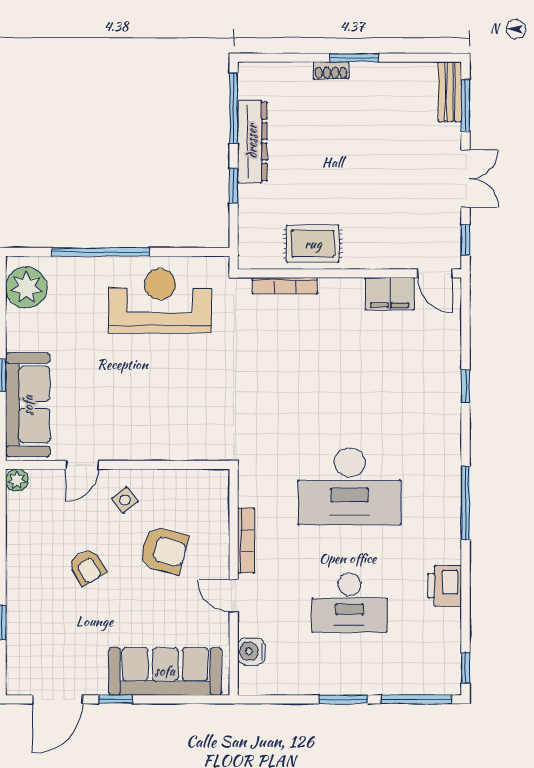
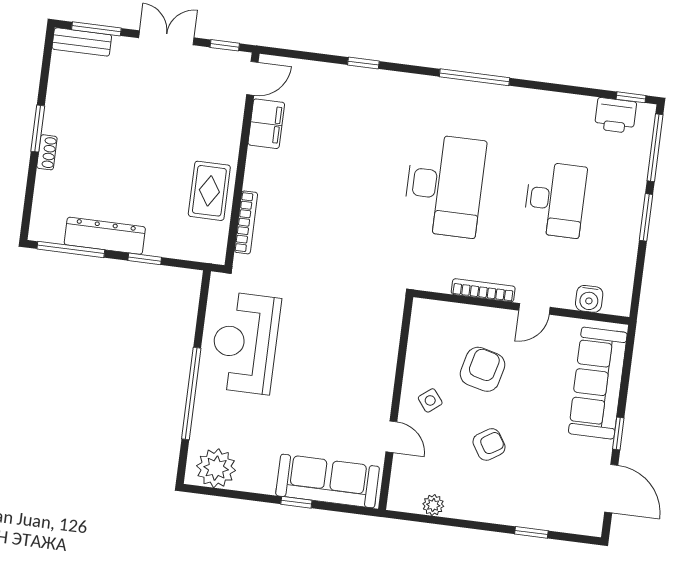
plant: (17, 480) -> (433, 505), moved
printer: (445, 586) -> (616, 115), moved

